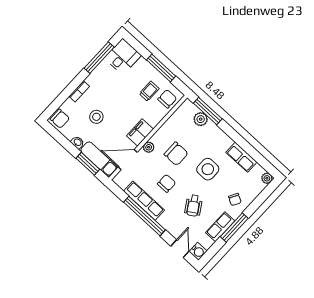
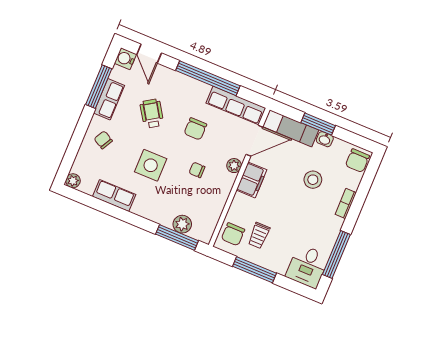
chair: (60, 119) -> (357, 161), turned -90
chair: (176, 154) -> (197, 170), width x0.54, depth x0.54
window: (88, 164) -> (318, 124), moved
row of seats: (144, 201) -> (236, 105), moved
window: (234, 227) -> (99, 87), moved

